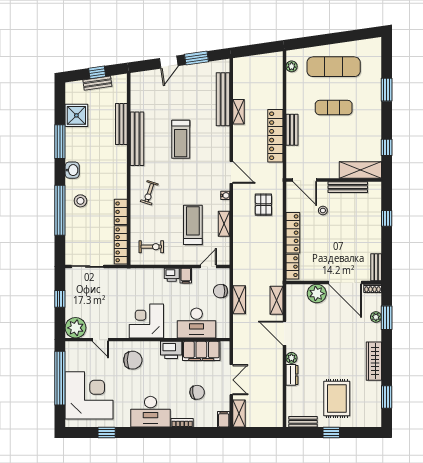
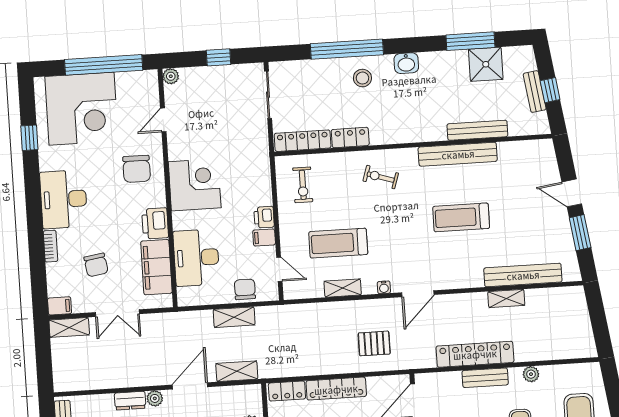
plant: (292, 66) -> (531, 374), moved
window: (60, 142) -> (470, 41), moved
treadmill: (193, 225) -> (338, 243), turned 180
plant: (75, 328) -> (171, 76), width x0.53, depth x0.53

